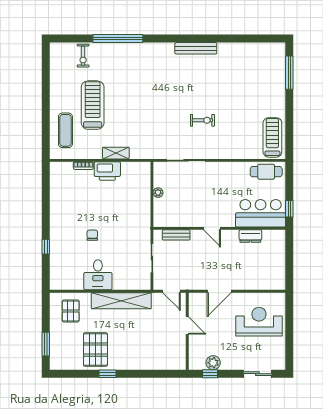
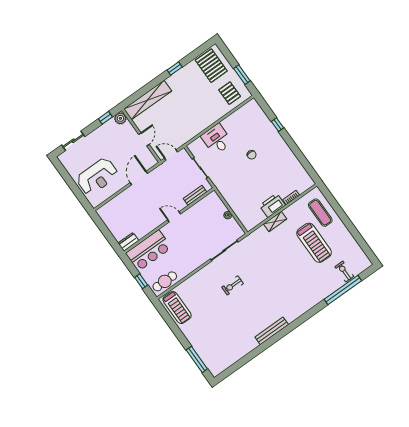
window: (118, 39) -> (343, 290), moved
window: (289, 209) -> (141, 281), moved
dresser: (250, 236) -> (128, 242), moved
desk: (98, 275) -> (217, 139), moved
shelving: (121, 301) -> (148, 100), moved
door: (187, 326) -> (144, 139), swing flipped
window: (46, 344) -> (242, 75), moved
pallet: (95, 350) -> (211, 66), moved
plant: (213, 363) -> (120, 118), moved

